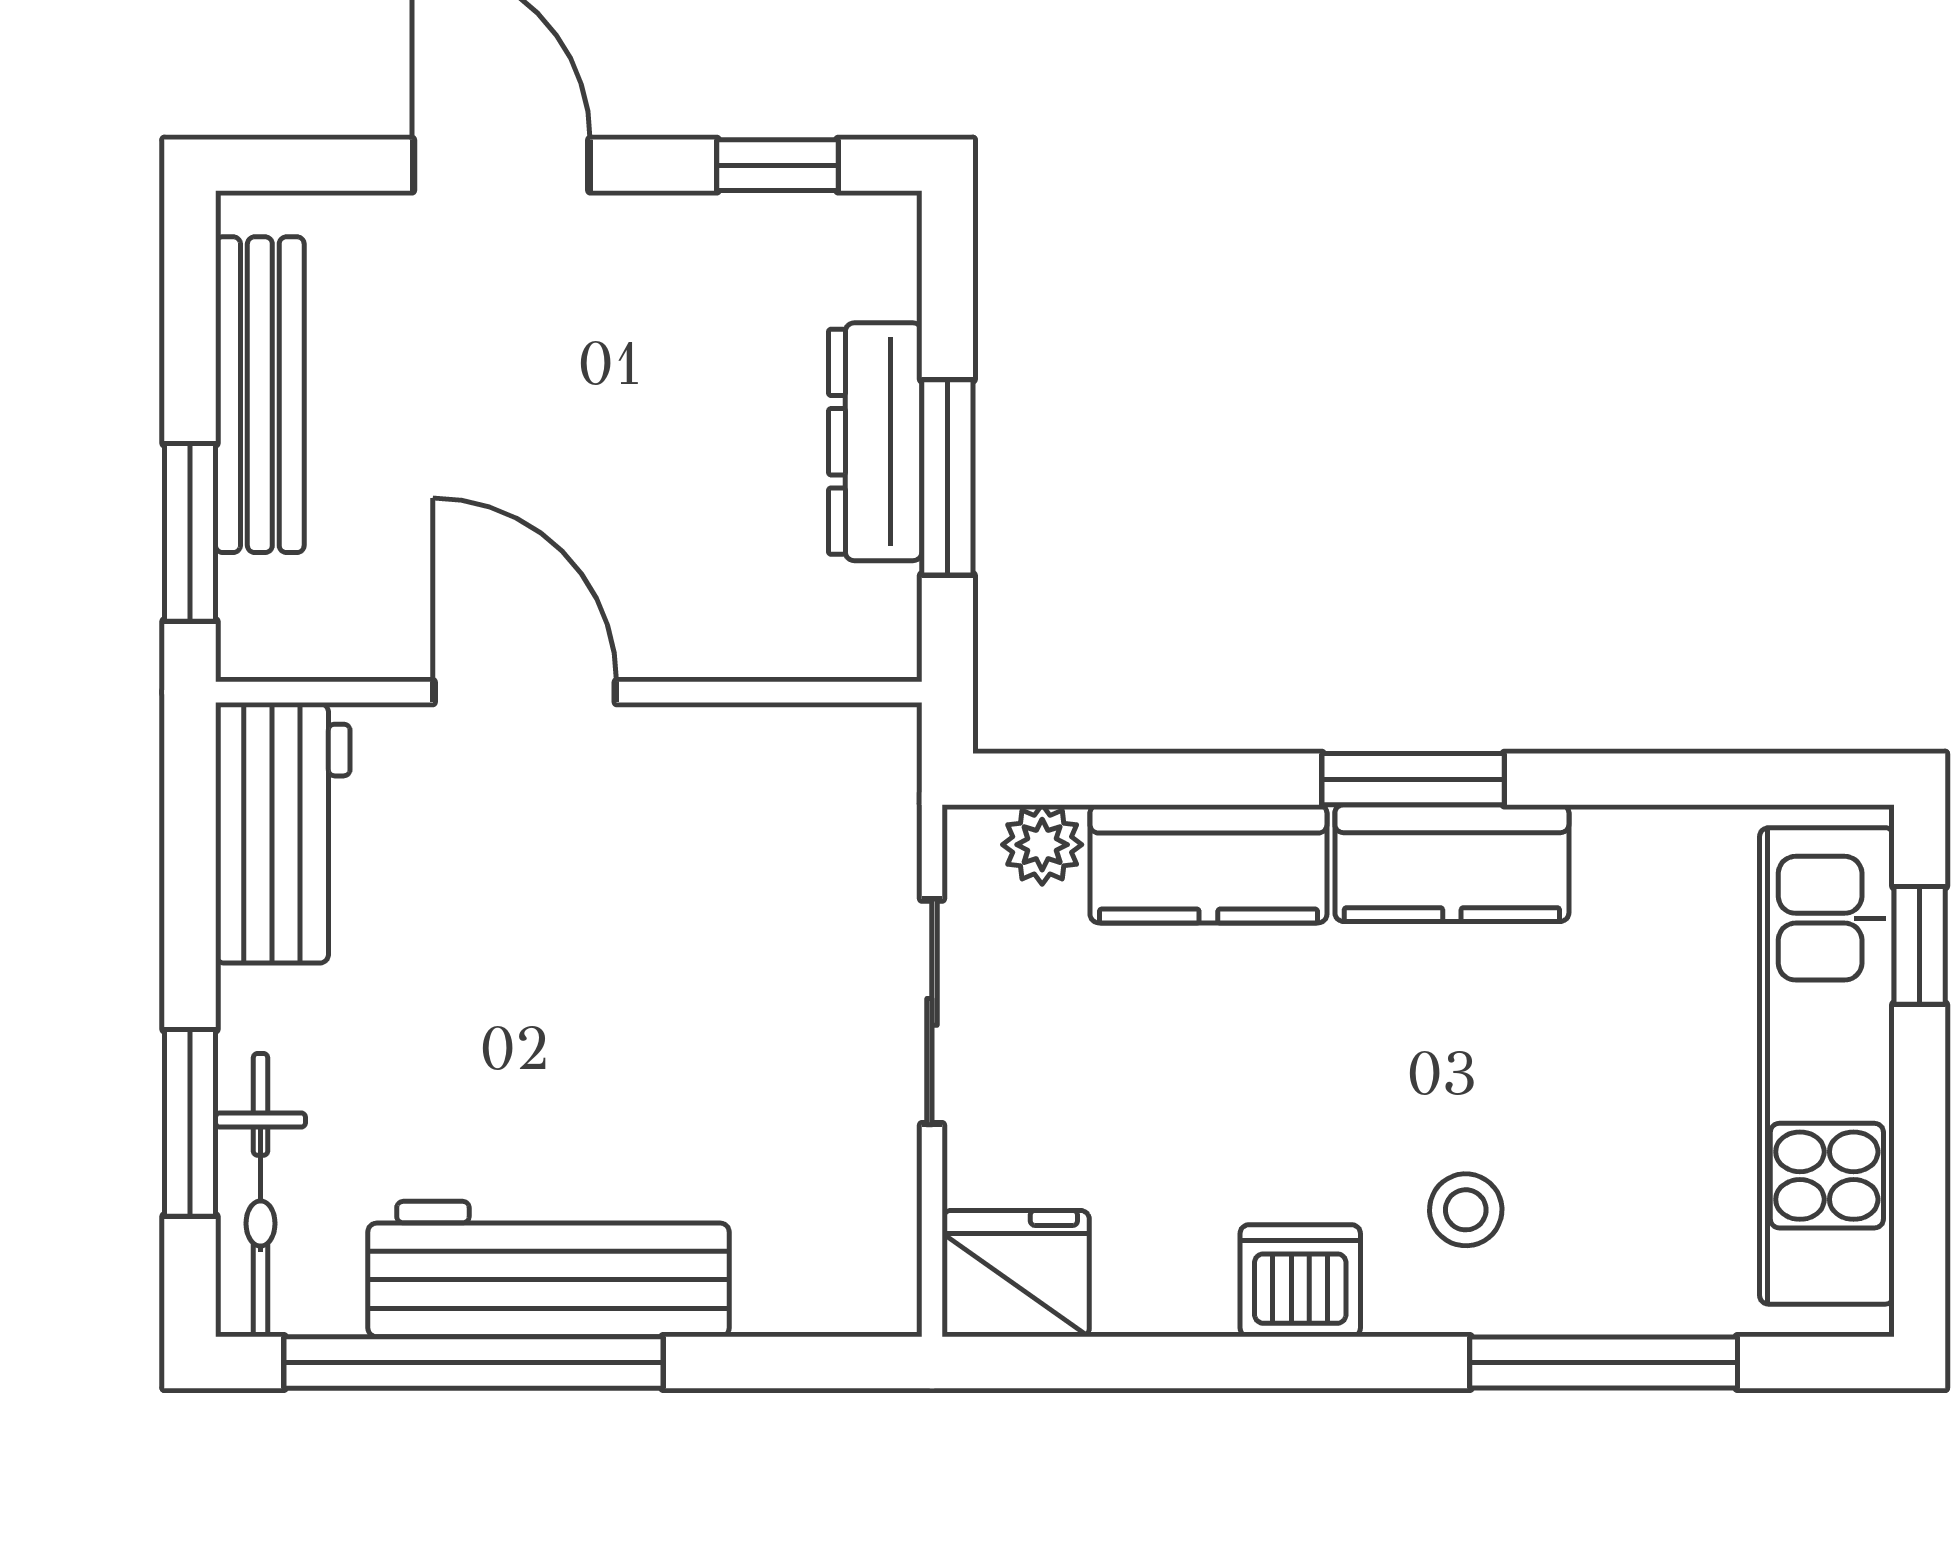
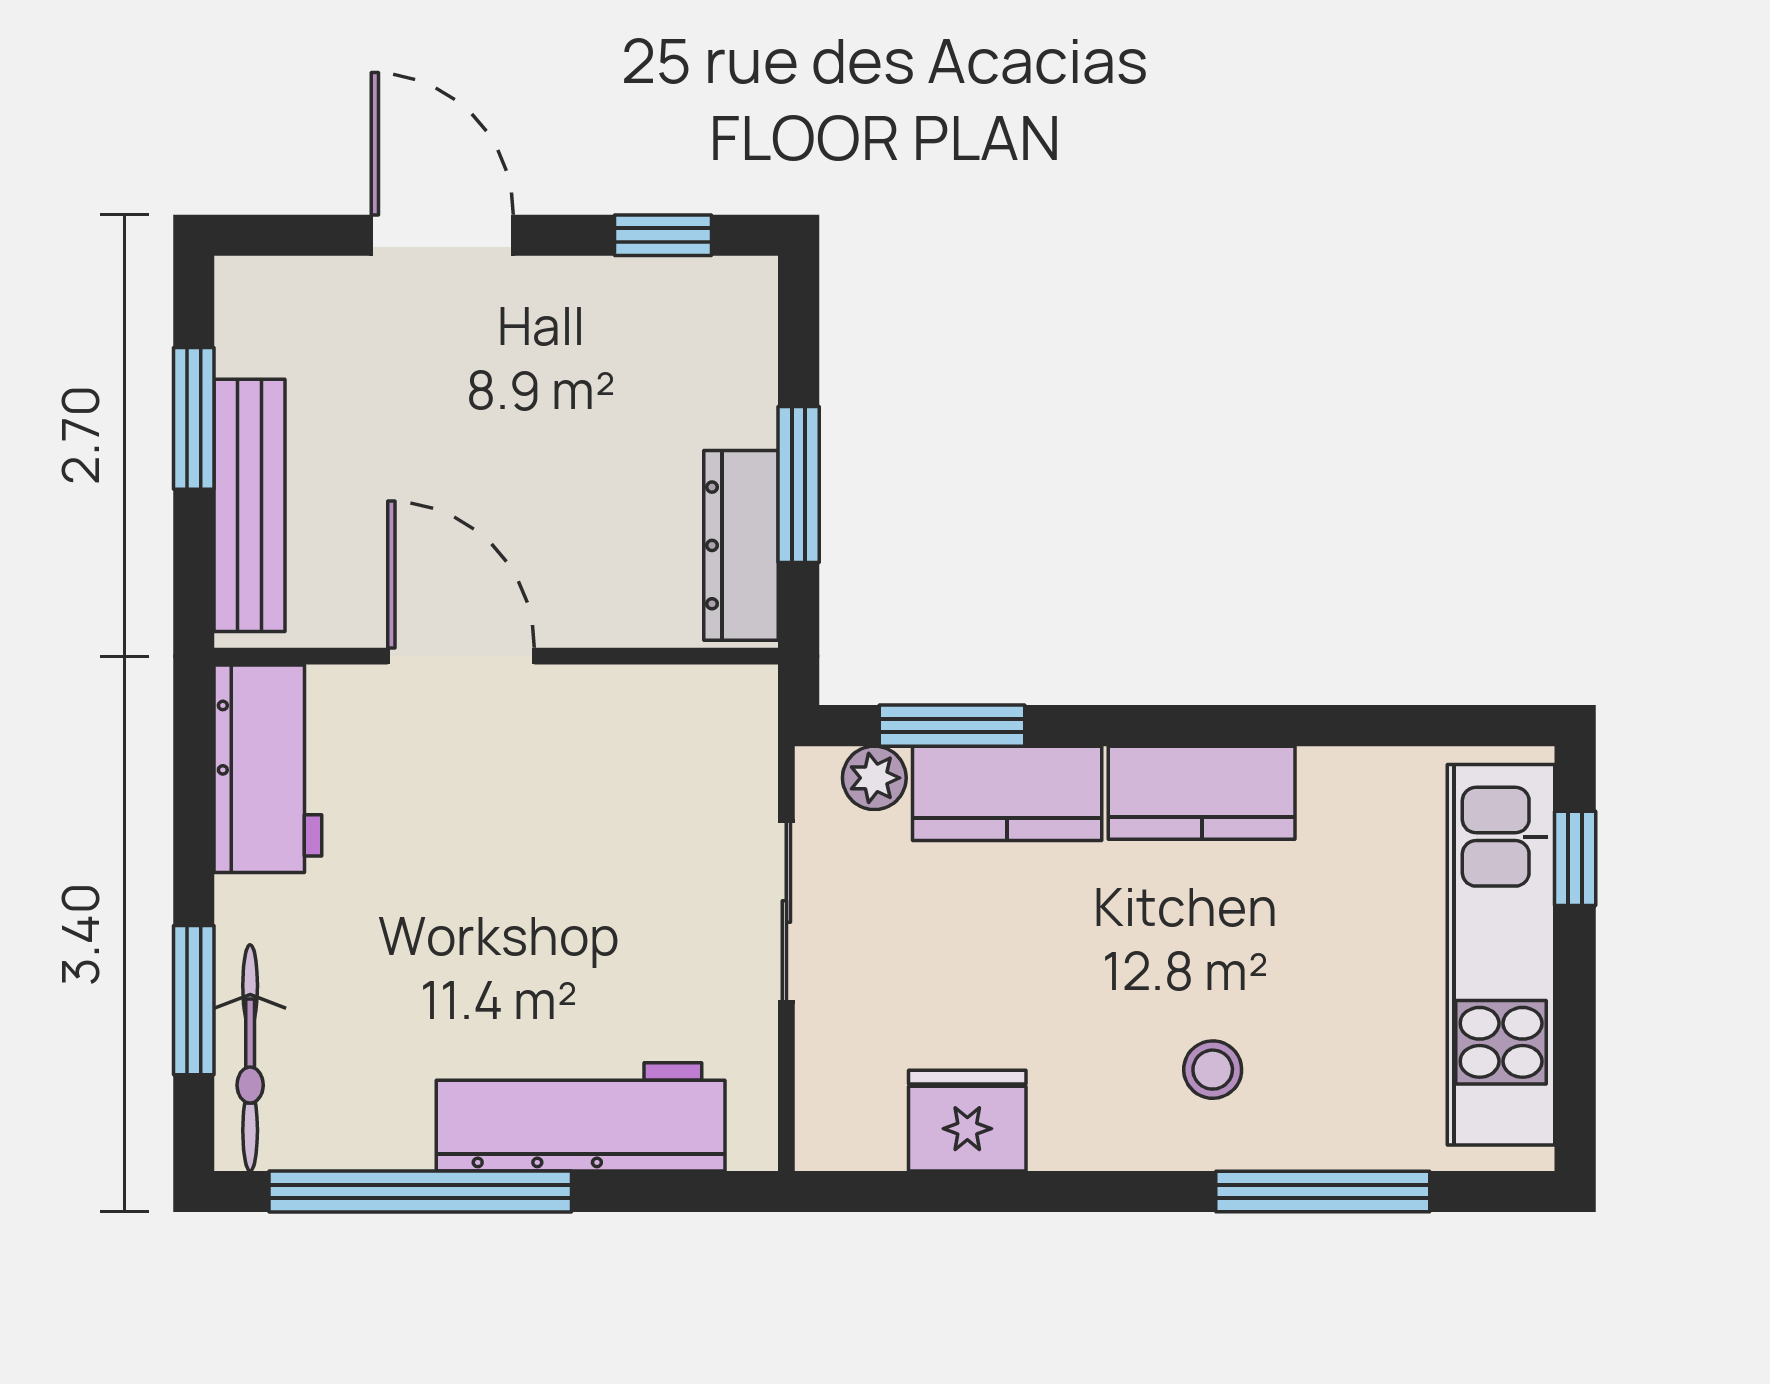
bench: (260, 395) -> (250, 505), moved
dresser: (875, 442) -> (741, 545), moved
window: (190, 532) -> (194, 418), moved
window: (1413, 779) -> (952, 726), moved
workbench: (549, 1269) -> (581, 1117), moved
fridge: (1016, 1274) -> (967, 1121), moved
dishwasher: (1300, 1281) -> (1081, 1126), removed

